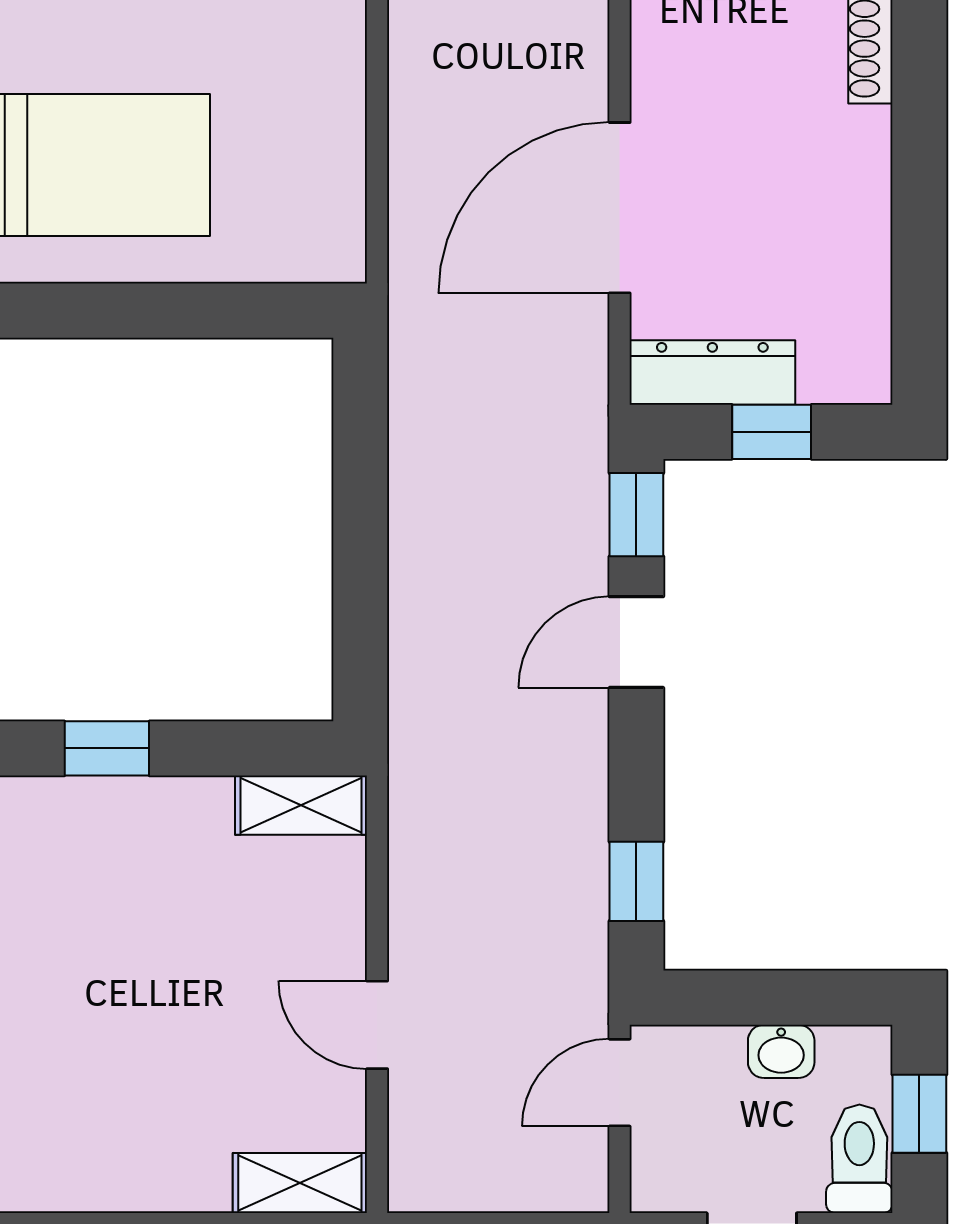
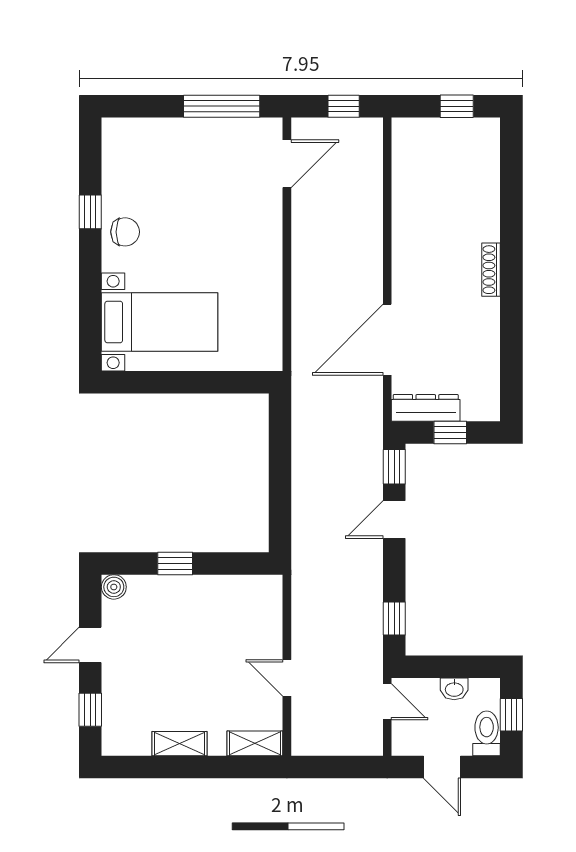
shelving: (301, 805) -> (180, 744), moved
door: (620, 1083) -> (387, 702), swing flipped

